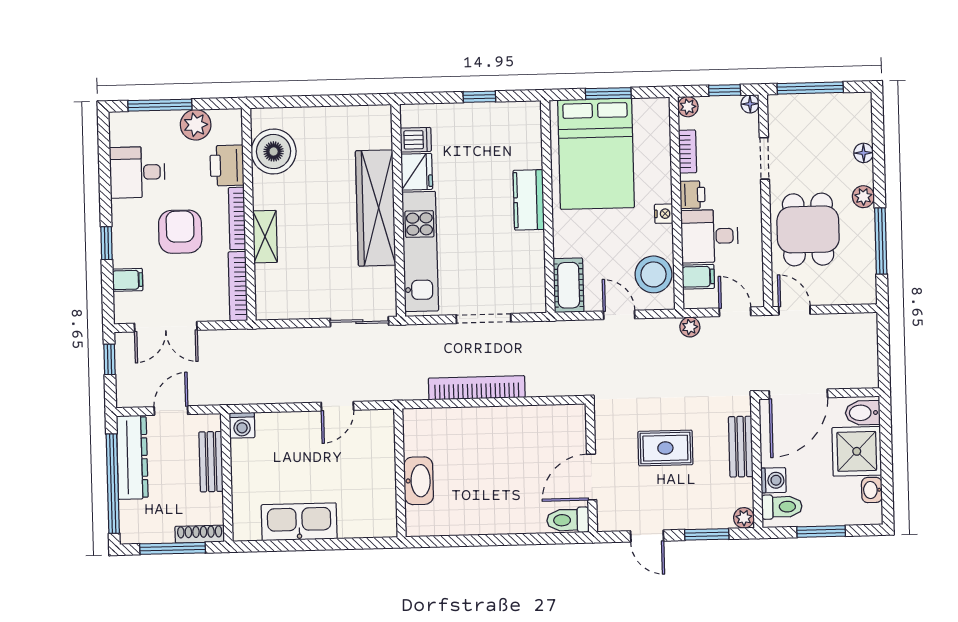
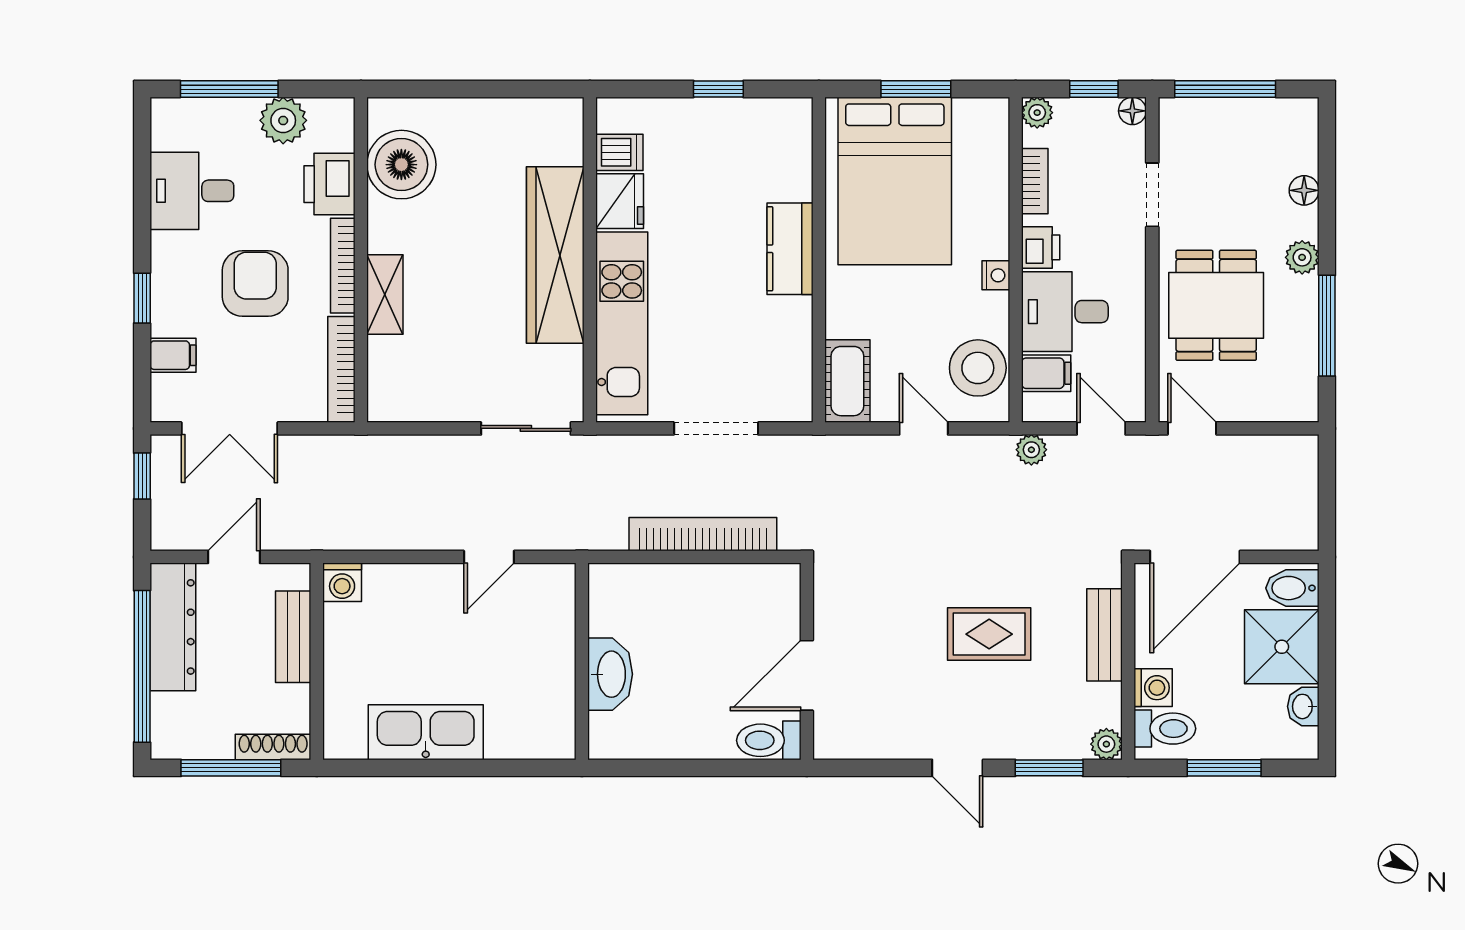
wall: (591, 468) -> (807, 661), moved
door: (592, 477) -> (807, 675), moved
toilet: (568, 520) -> (769, 740), moved

